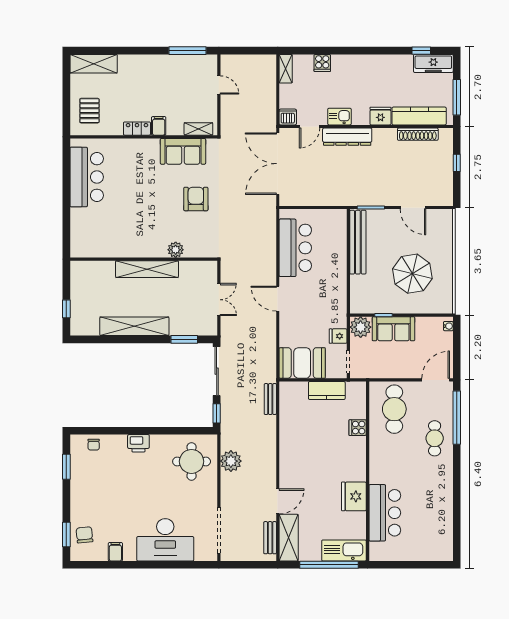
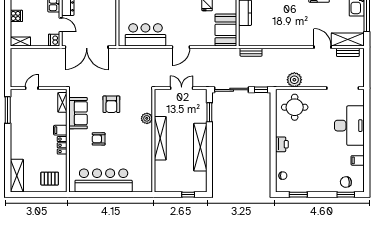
bar counter: (87, 177) -> (104, 180), width x1.36
armchair: (146, 181) -> (99, 139), added
armchair: (196, 199) -> (111, 104), turned -90

